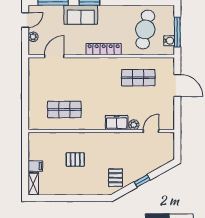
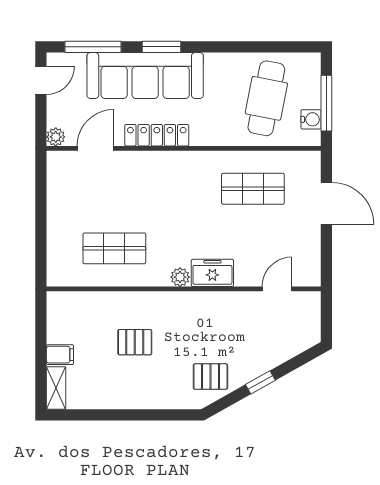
sofa: (81, 15) -> (145, 76), width x1.85, depth x1.27
plant: (33, 37) -> (56, 137), moved
locker: (104, 49) -> (157, 135), moved
plant: (134, 125) -> (180, 277), moved
pallet: (116, 178) -> (210, 377), turned 90

